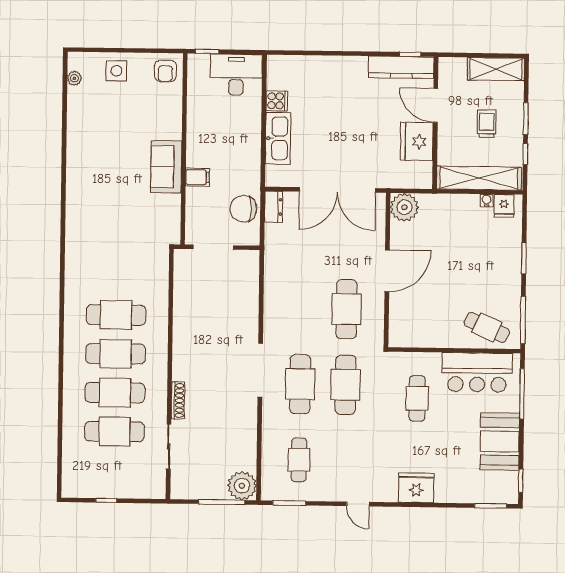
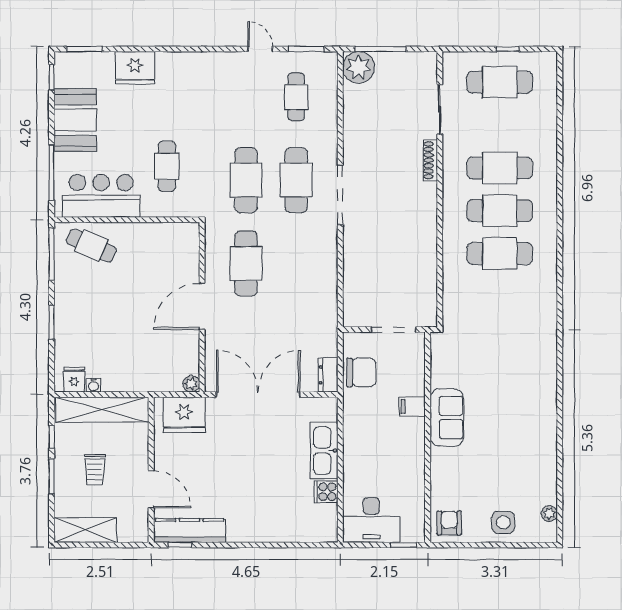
fridge: (417, 142) -> (184, 415), moved, turned 90
plant: (404, 207) -> (191, 384), width x0.53, depth x0.53
cafe table: (114, 432) -> (500, 82), moved
fridge: (416, 488) -> (135, 68), moved
door: (358, 504) -> (260, 49), moved

